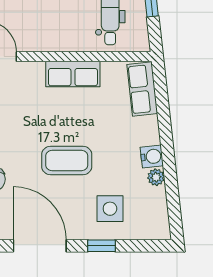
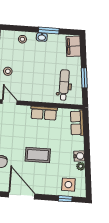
side table: (110, 209) -> (68, 185), moved
window: (102, 246) -> (65, 199), moved

